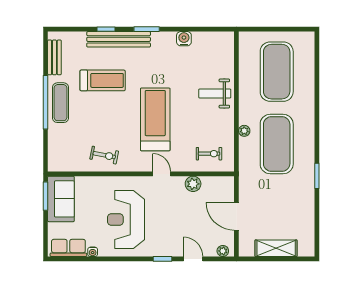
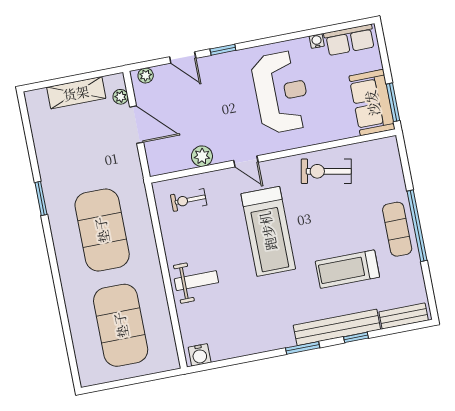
water cooler: (184, 39) -> (200, 355), moved
bench: (54, 57) -> (404, 316), moved, turned 90
plant: (244, 131) -> (121, 97), moved
exercise bike: (104, 155) -> (326, 171), width x1.38, depth x1.39

